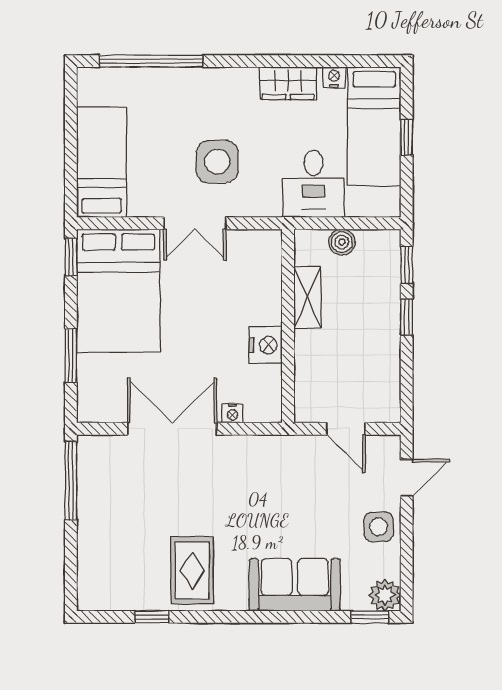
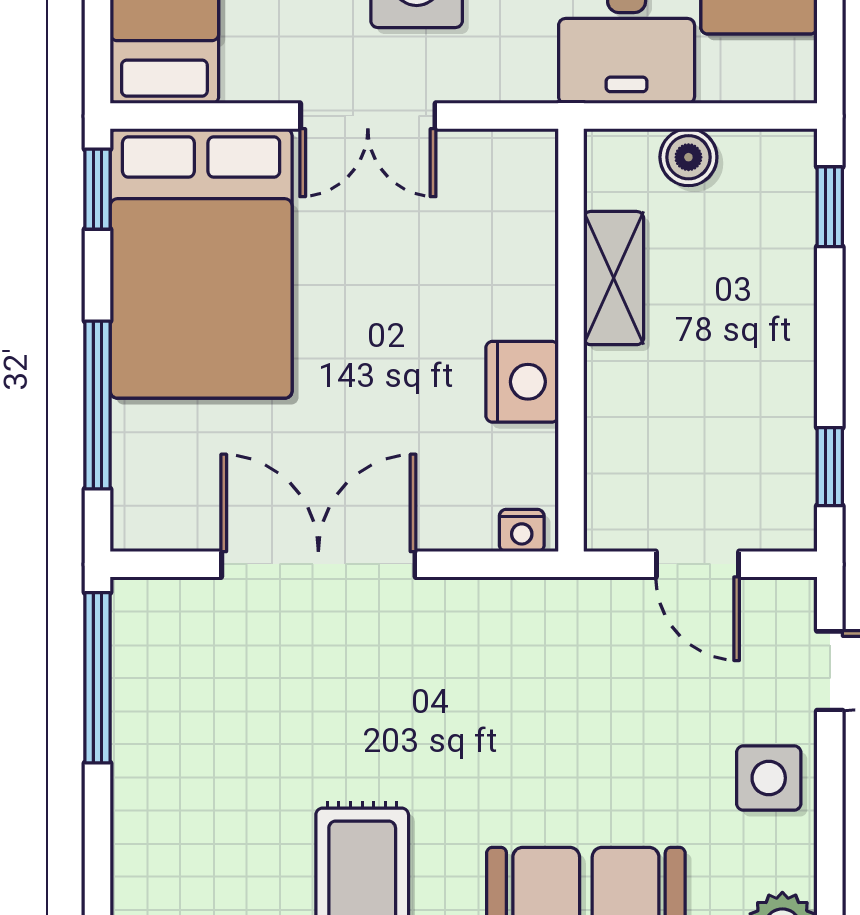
window: (407, 317) -> (830, 467), moved
window: (71, 356) -> (98, 405), width x1.44
nightstand: (232, 413) -> (522, 531), moved

